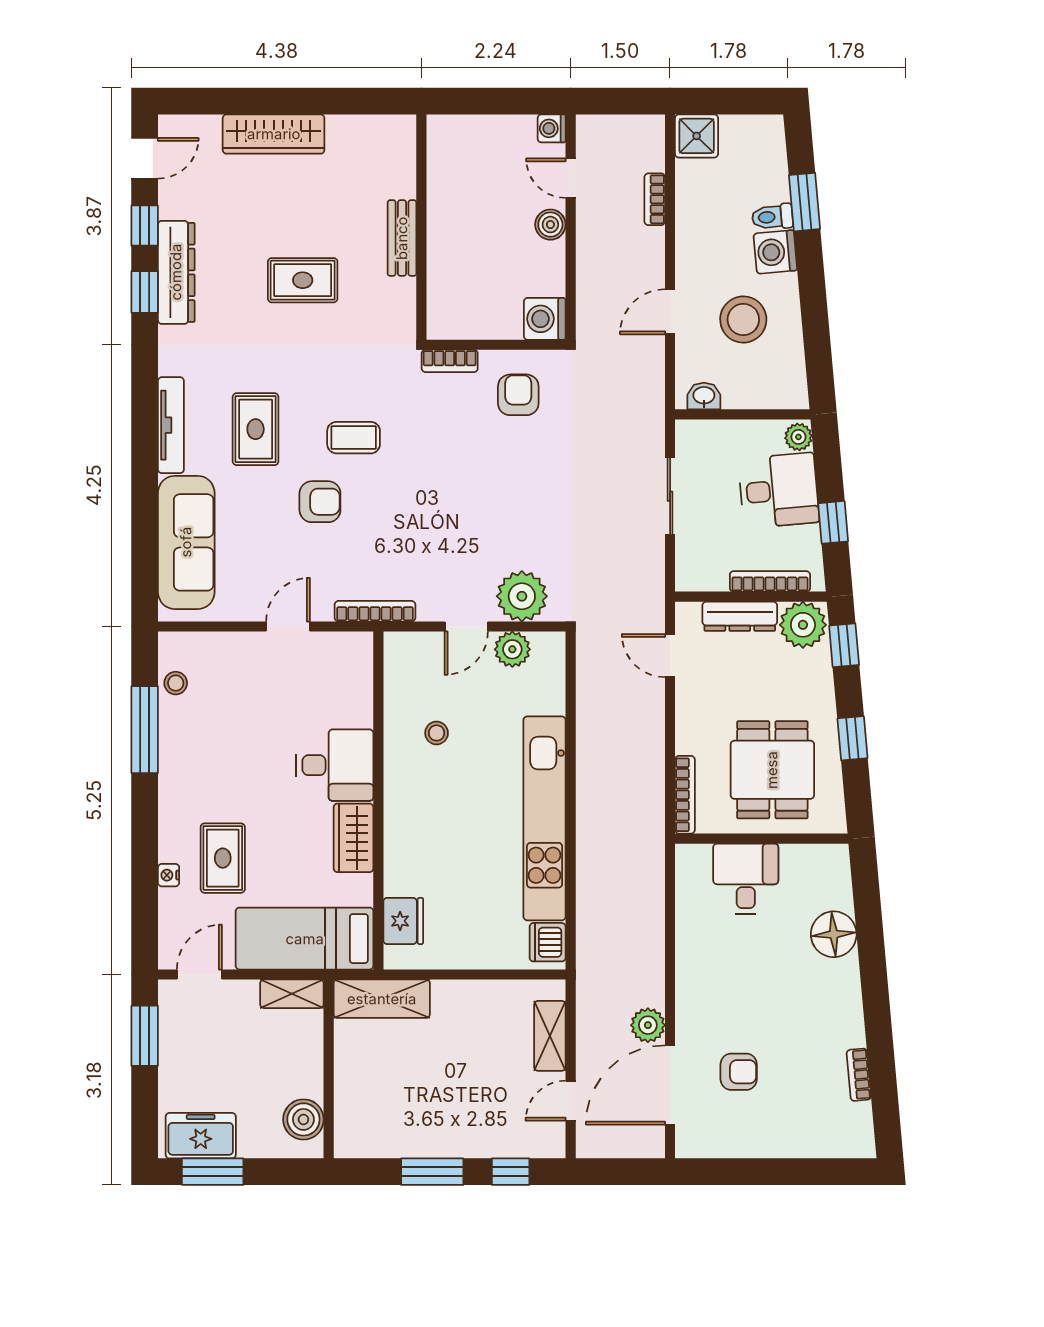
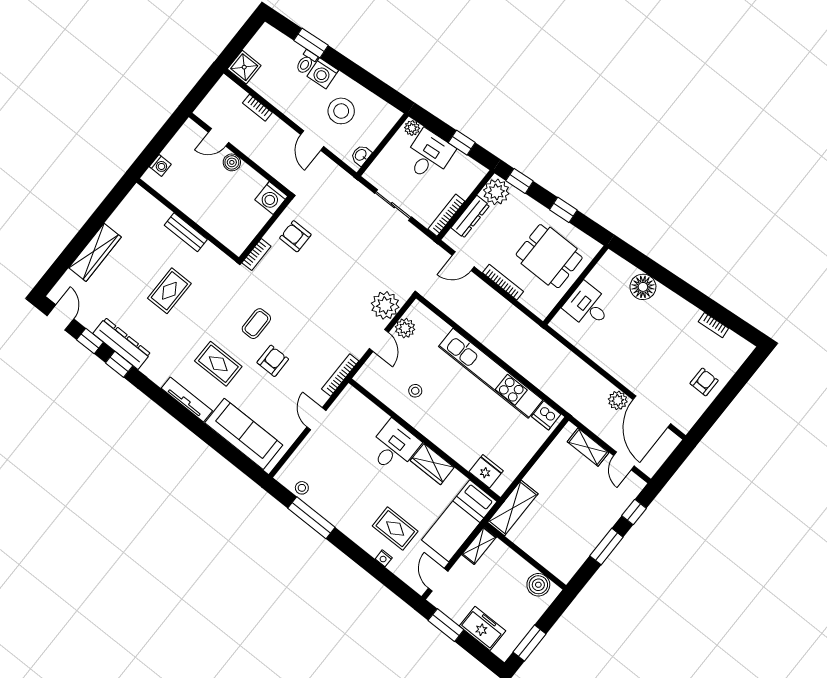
washing machine: (552, 128) -> (160, 165), moved, turned -90
bookcase: (770, 581) -> (446, 215), moved
bookcase: (685, 795) -> (503, 282), moved
armchair: (739, 1072) -> (704, 382), moved
freezer: (201, 1136) -> (482, 628), moved, turned 90

